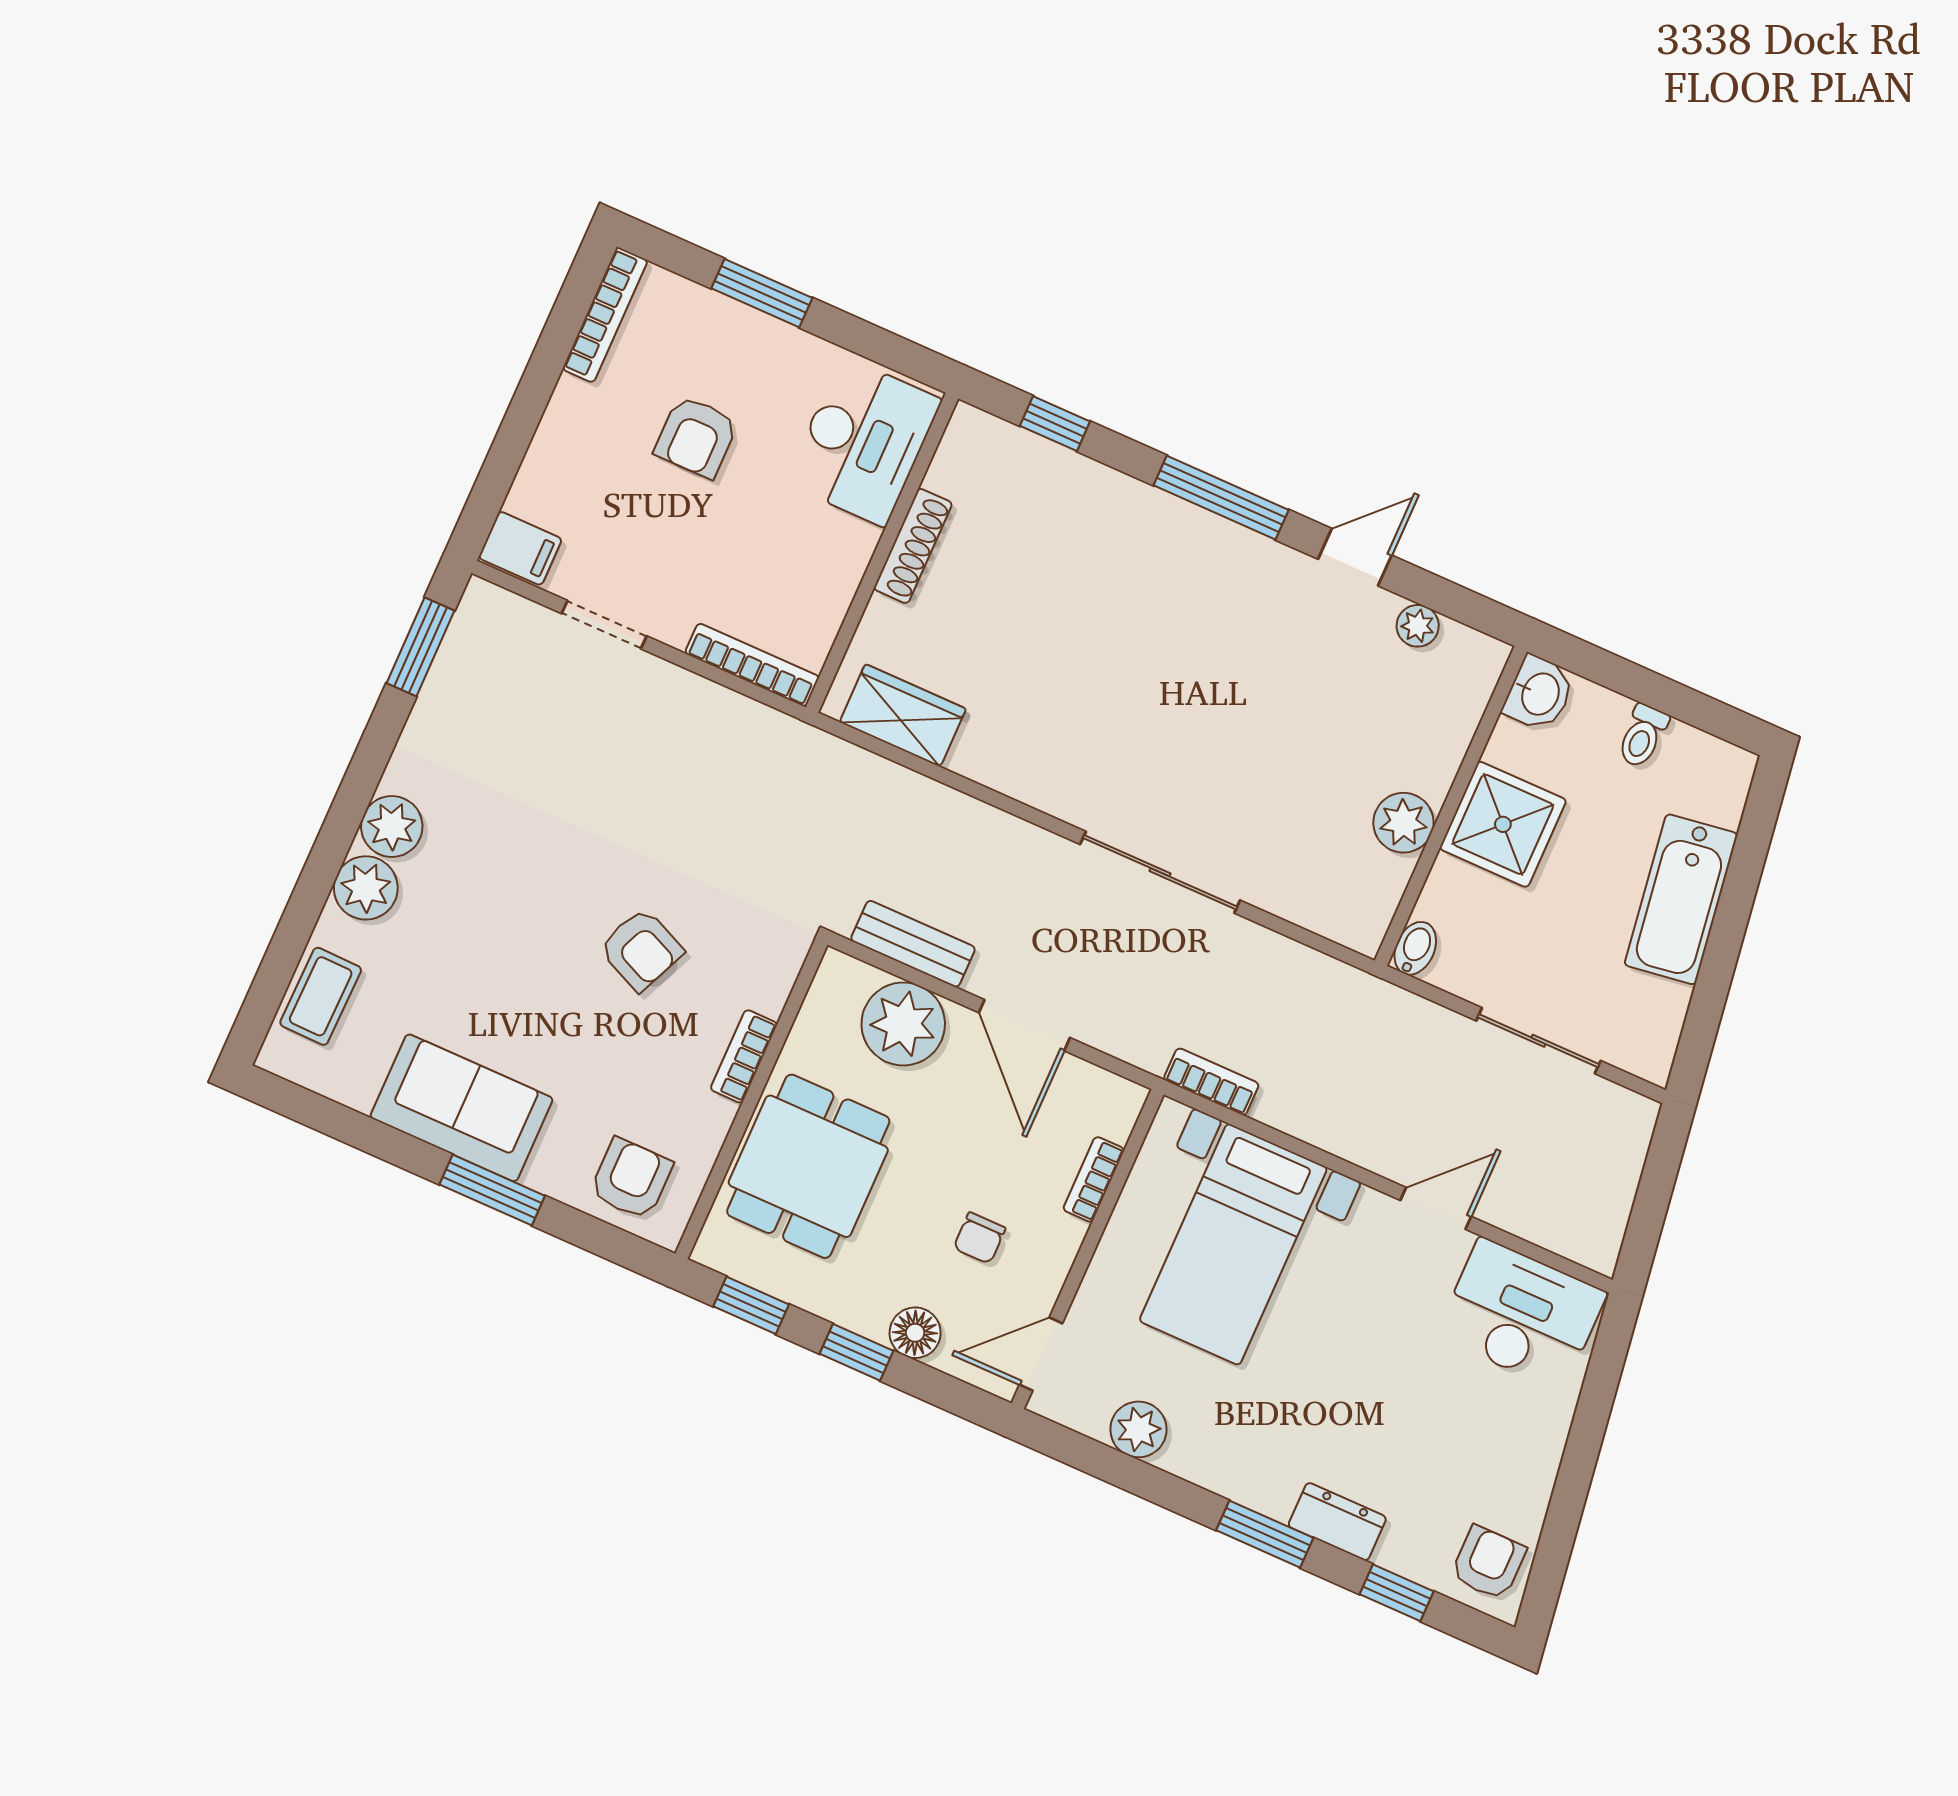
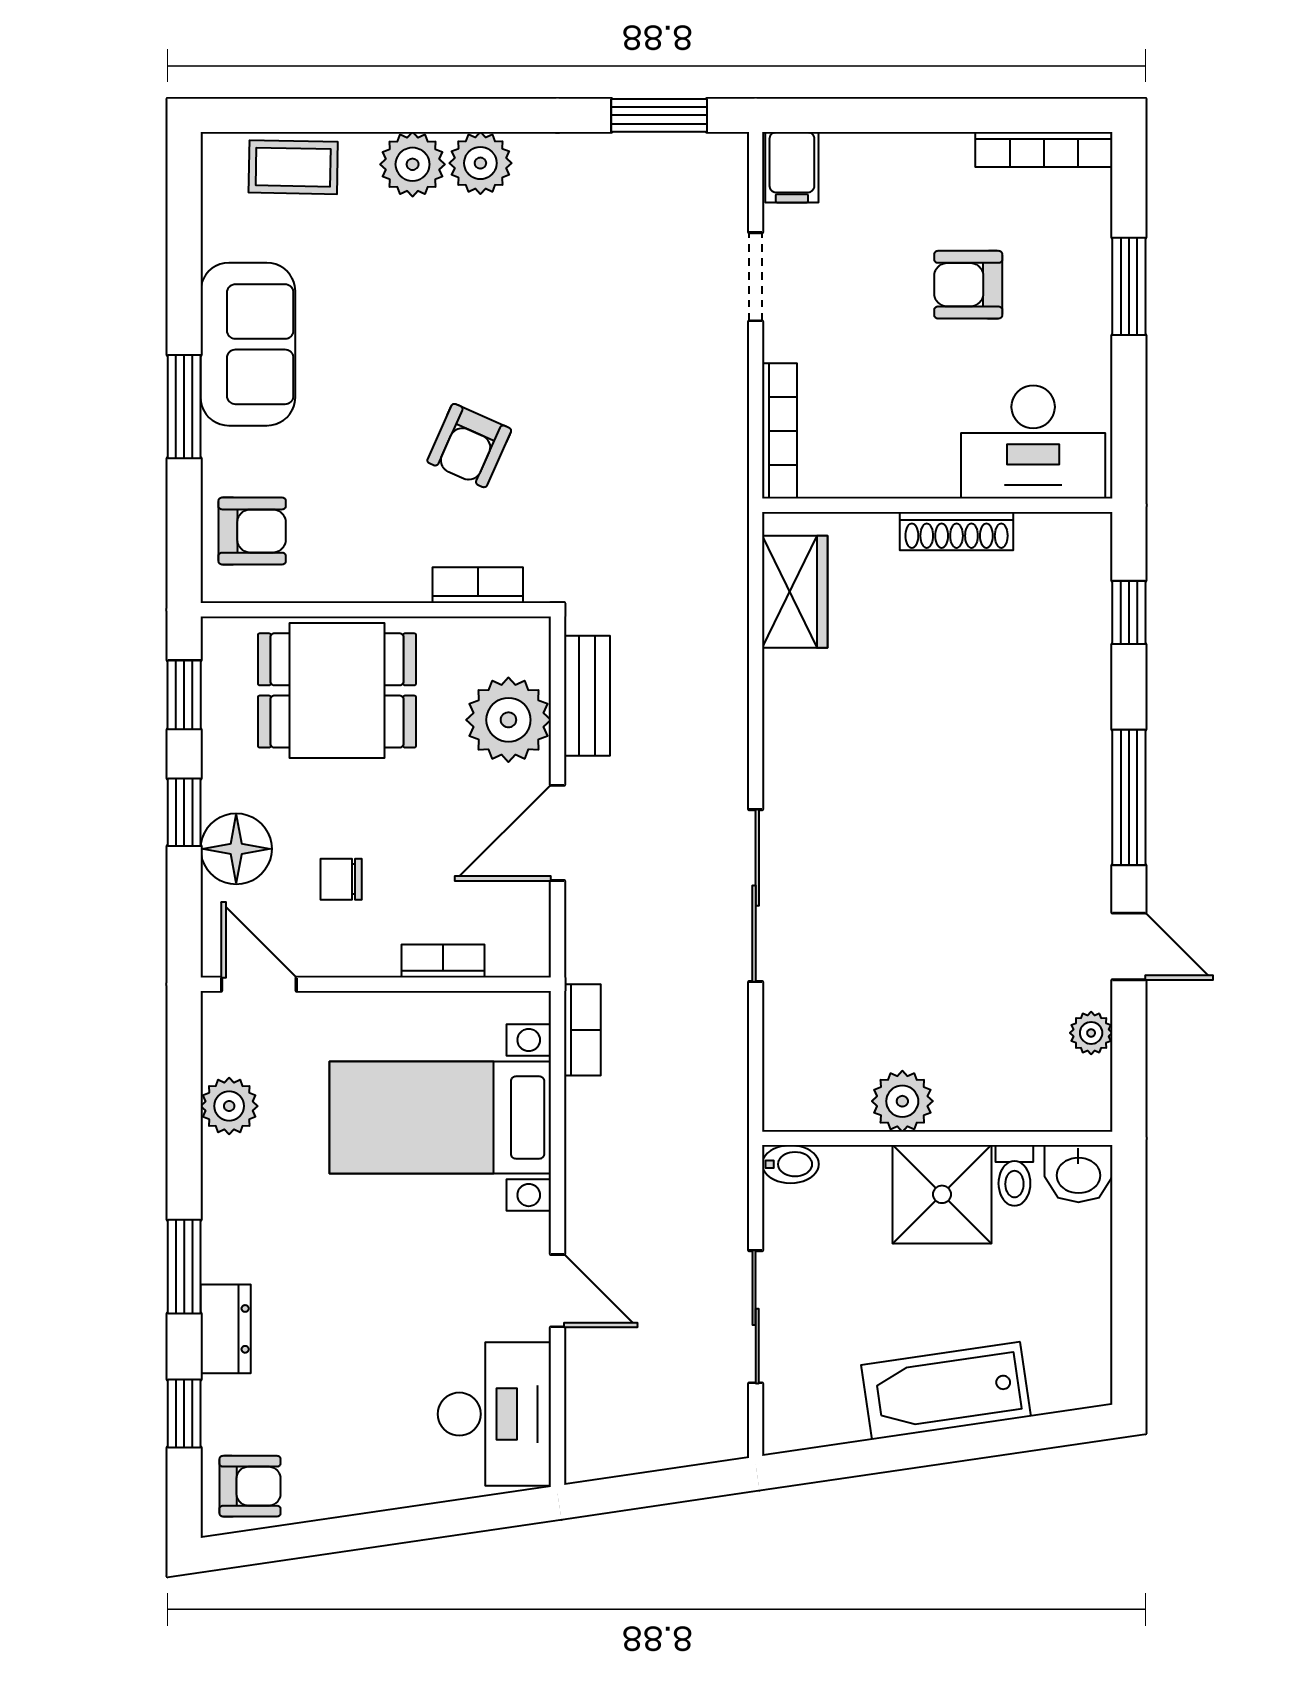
toilet: (1643, 736) -> (1014, 1175), moved, turned -90
bookcase: (744, 1056) -> (478, 585), moved
floor lamp: (915, 1333) -> (236, 849), width x1.38, depth x1.38

